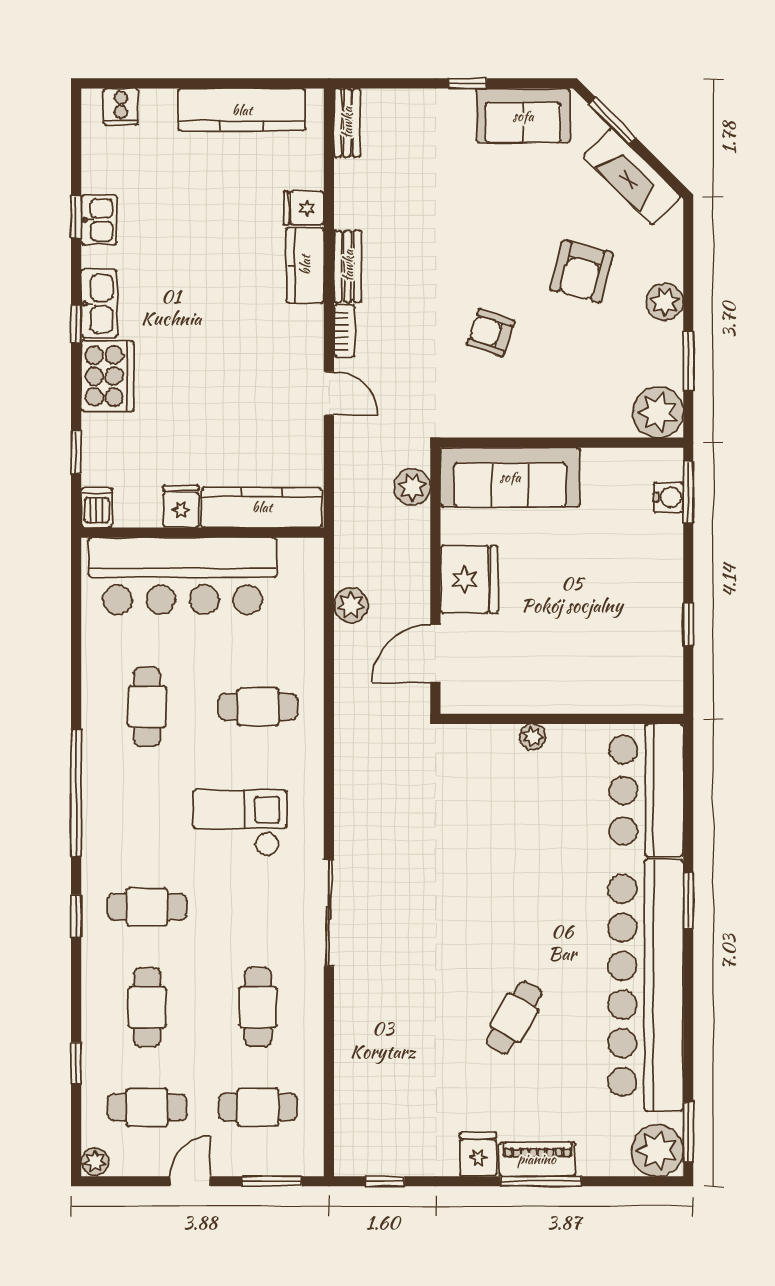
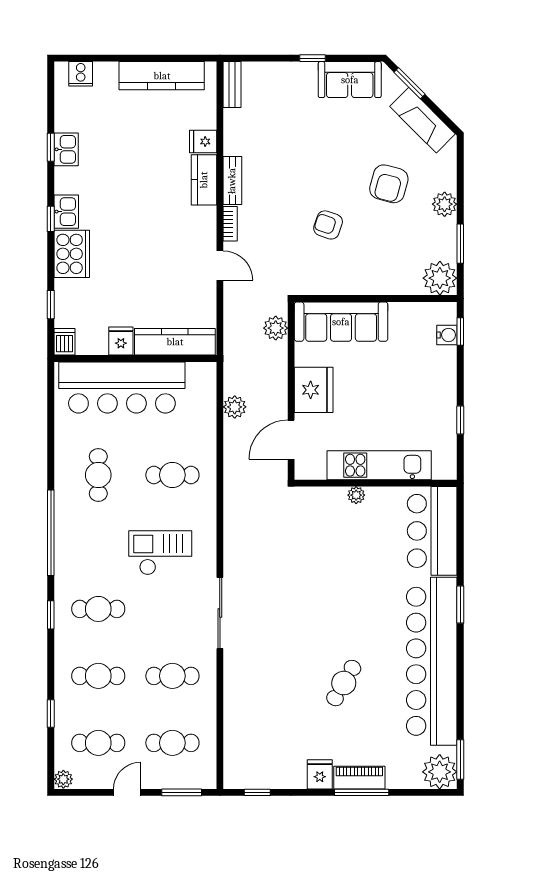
kitchen sink: (99, 304) -> (66, 212), width x0.73
window: (688, 492) -> (460, 332), width x0.67
kitchen unit: (567, 692) -> (379, 465), added
cafe table: (147, 1007) -> (98, 676), turned 90
cafe table: (258, 1007) -> (172, 676), turned 90

